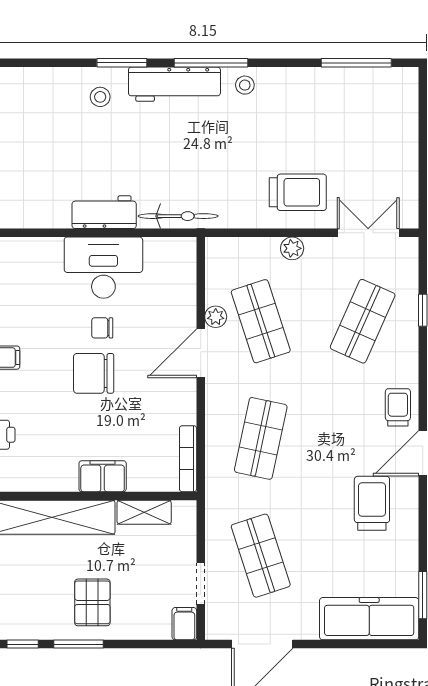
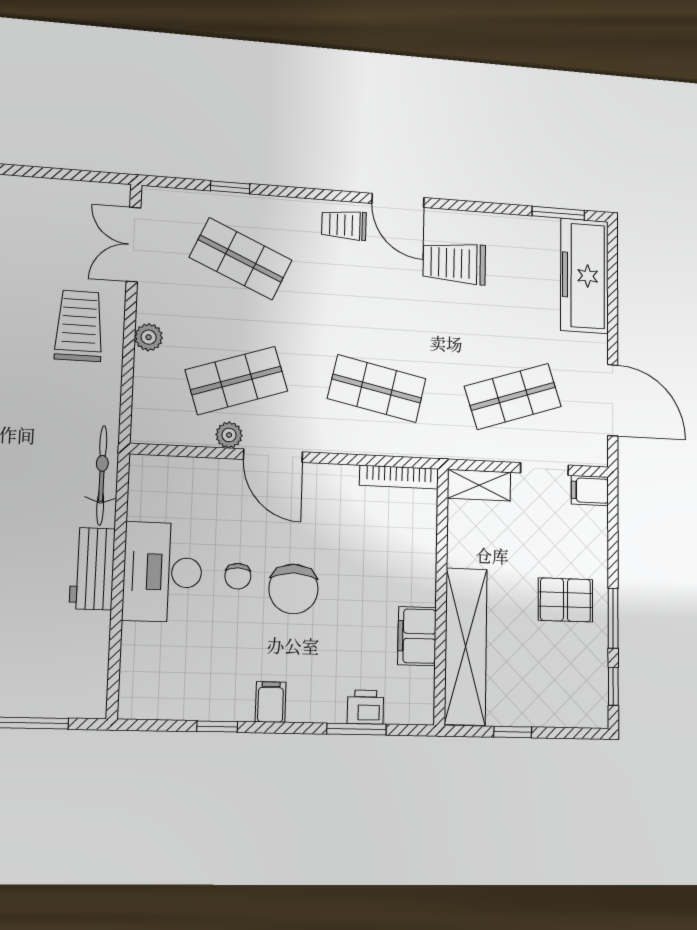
filing cabinet: (103, 476) -> (417, 636), moved
shelving: (144, 512) -> (479, 485), moved, turned 90

